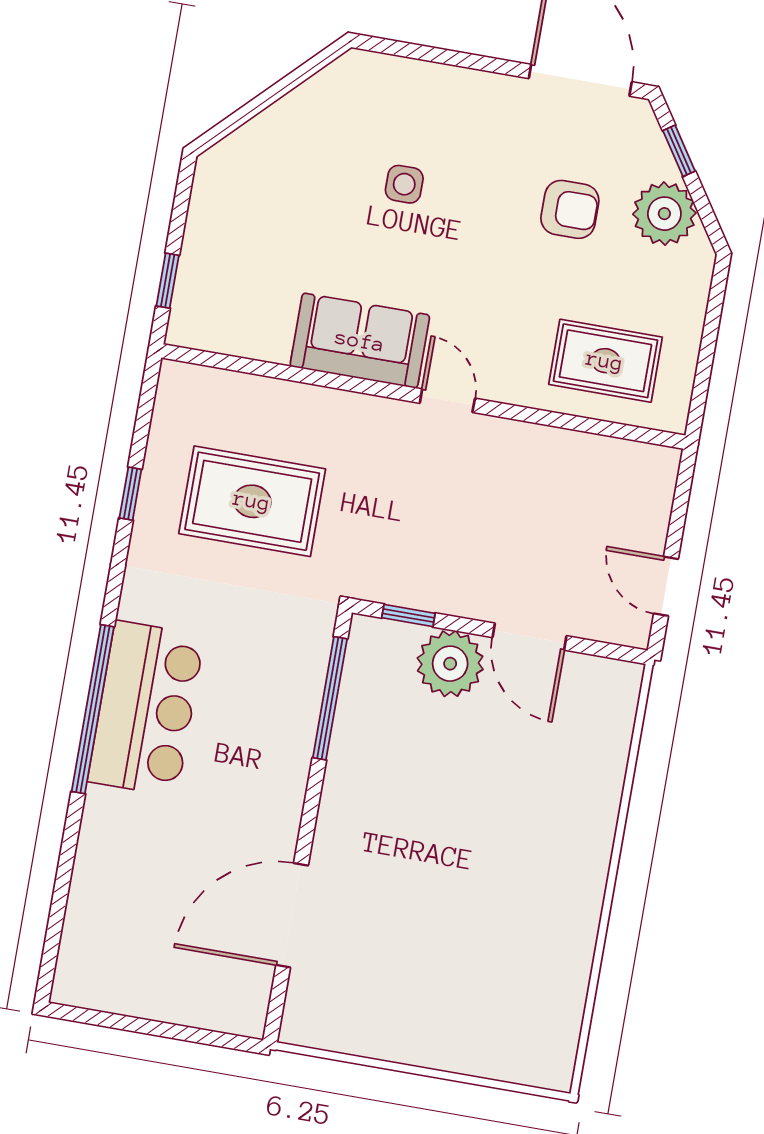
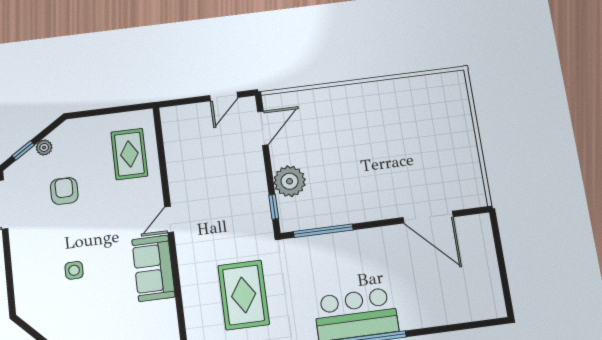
plant: (664, 214) -> (44, 147), width x0.53, depth x0.53
door: (529, 637) -> (263, 128), moved

